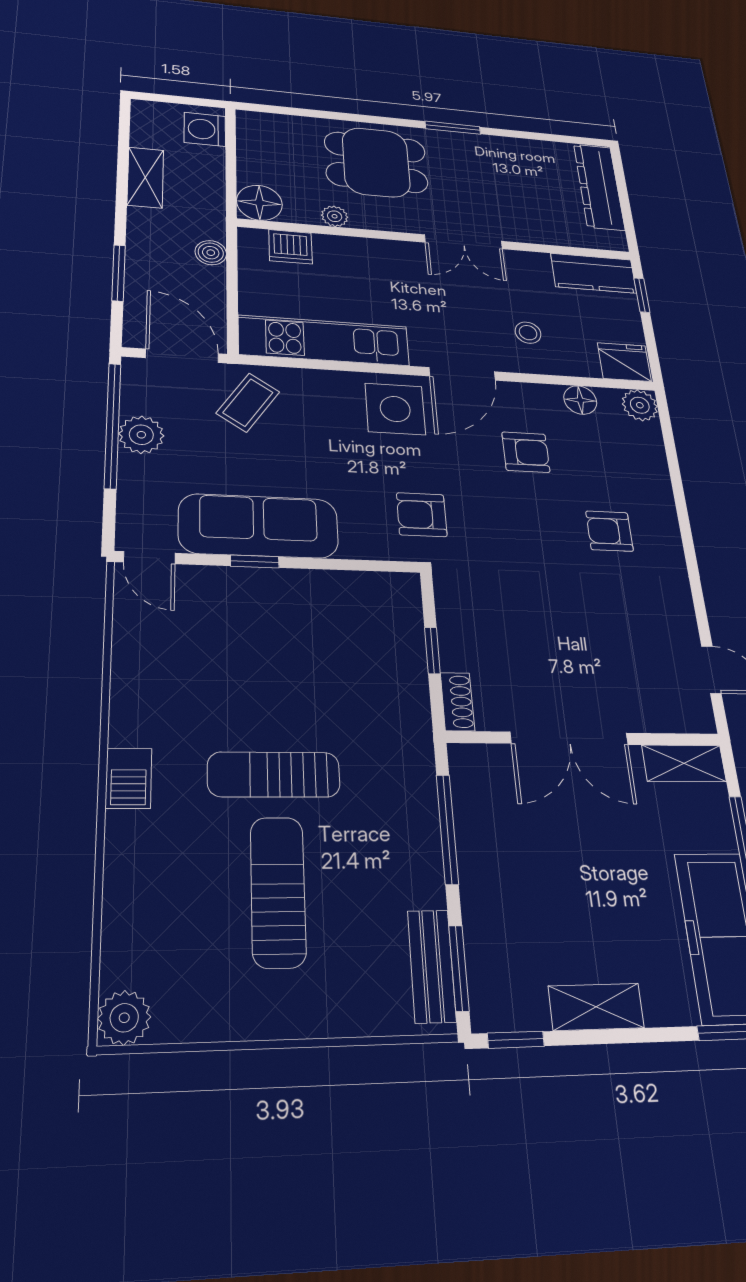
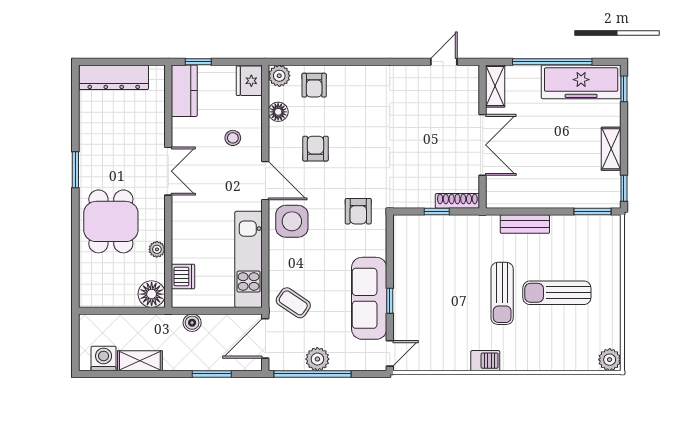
washing machine: (205, 129) -> (104, 358), moved, turned 180
armchair: (609, 531) -> (314, 85), moved
shoe rack: (457, 702) -> (457, 201), width x1.43
barbecue: (129, 778) -> (485, 361), moved
window: (447, 829) -> (528, 212), removed
bench: (432, 966) -> (525, 224), moved

